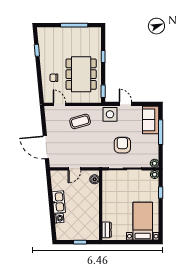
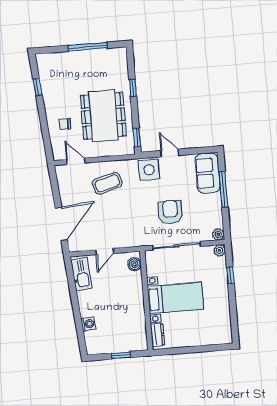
door: (46, 147) -> (61, 224), swing flipped
kitchen sink: (59, 202) -> (81, 274), moved
bed with nightstands: (143, 221) -> (175, 298), moved, turned 90

